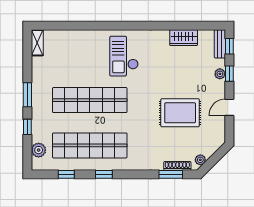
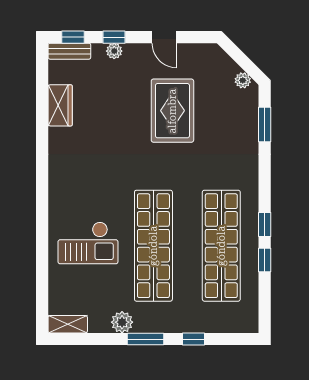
checkout: (124, 56) -> (88, 243), moved
plant: (39, 150) -> (122, 322), moved
shoe rack: (177, 166) -> (252, 115), removed
window: (66, 174) -> (265, 260), moved

